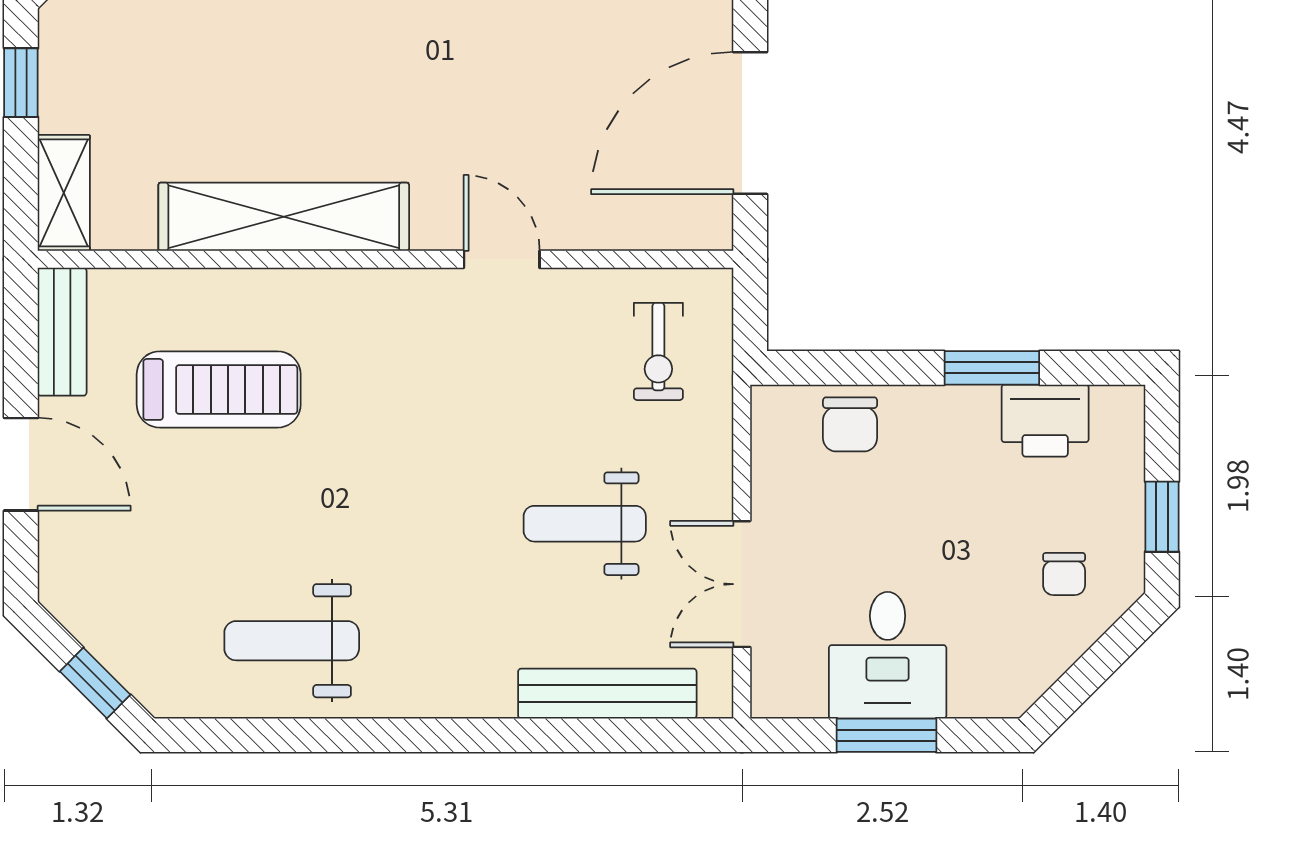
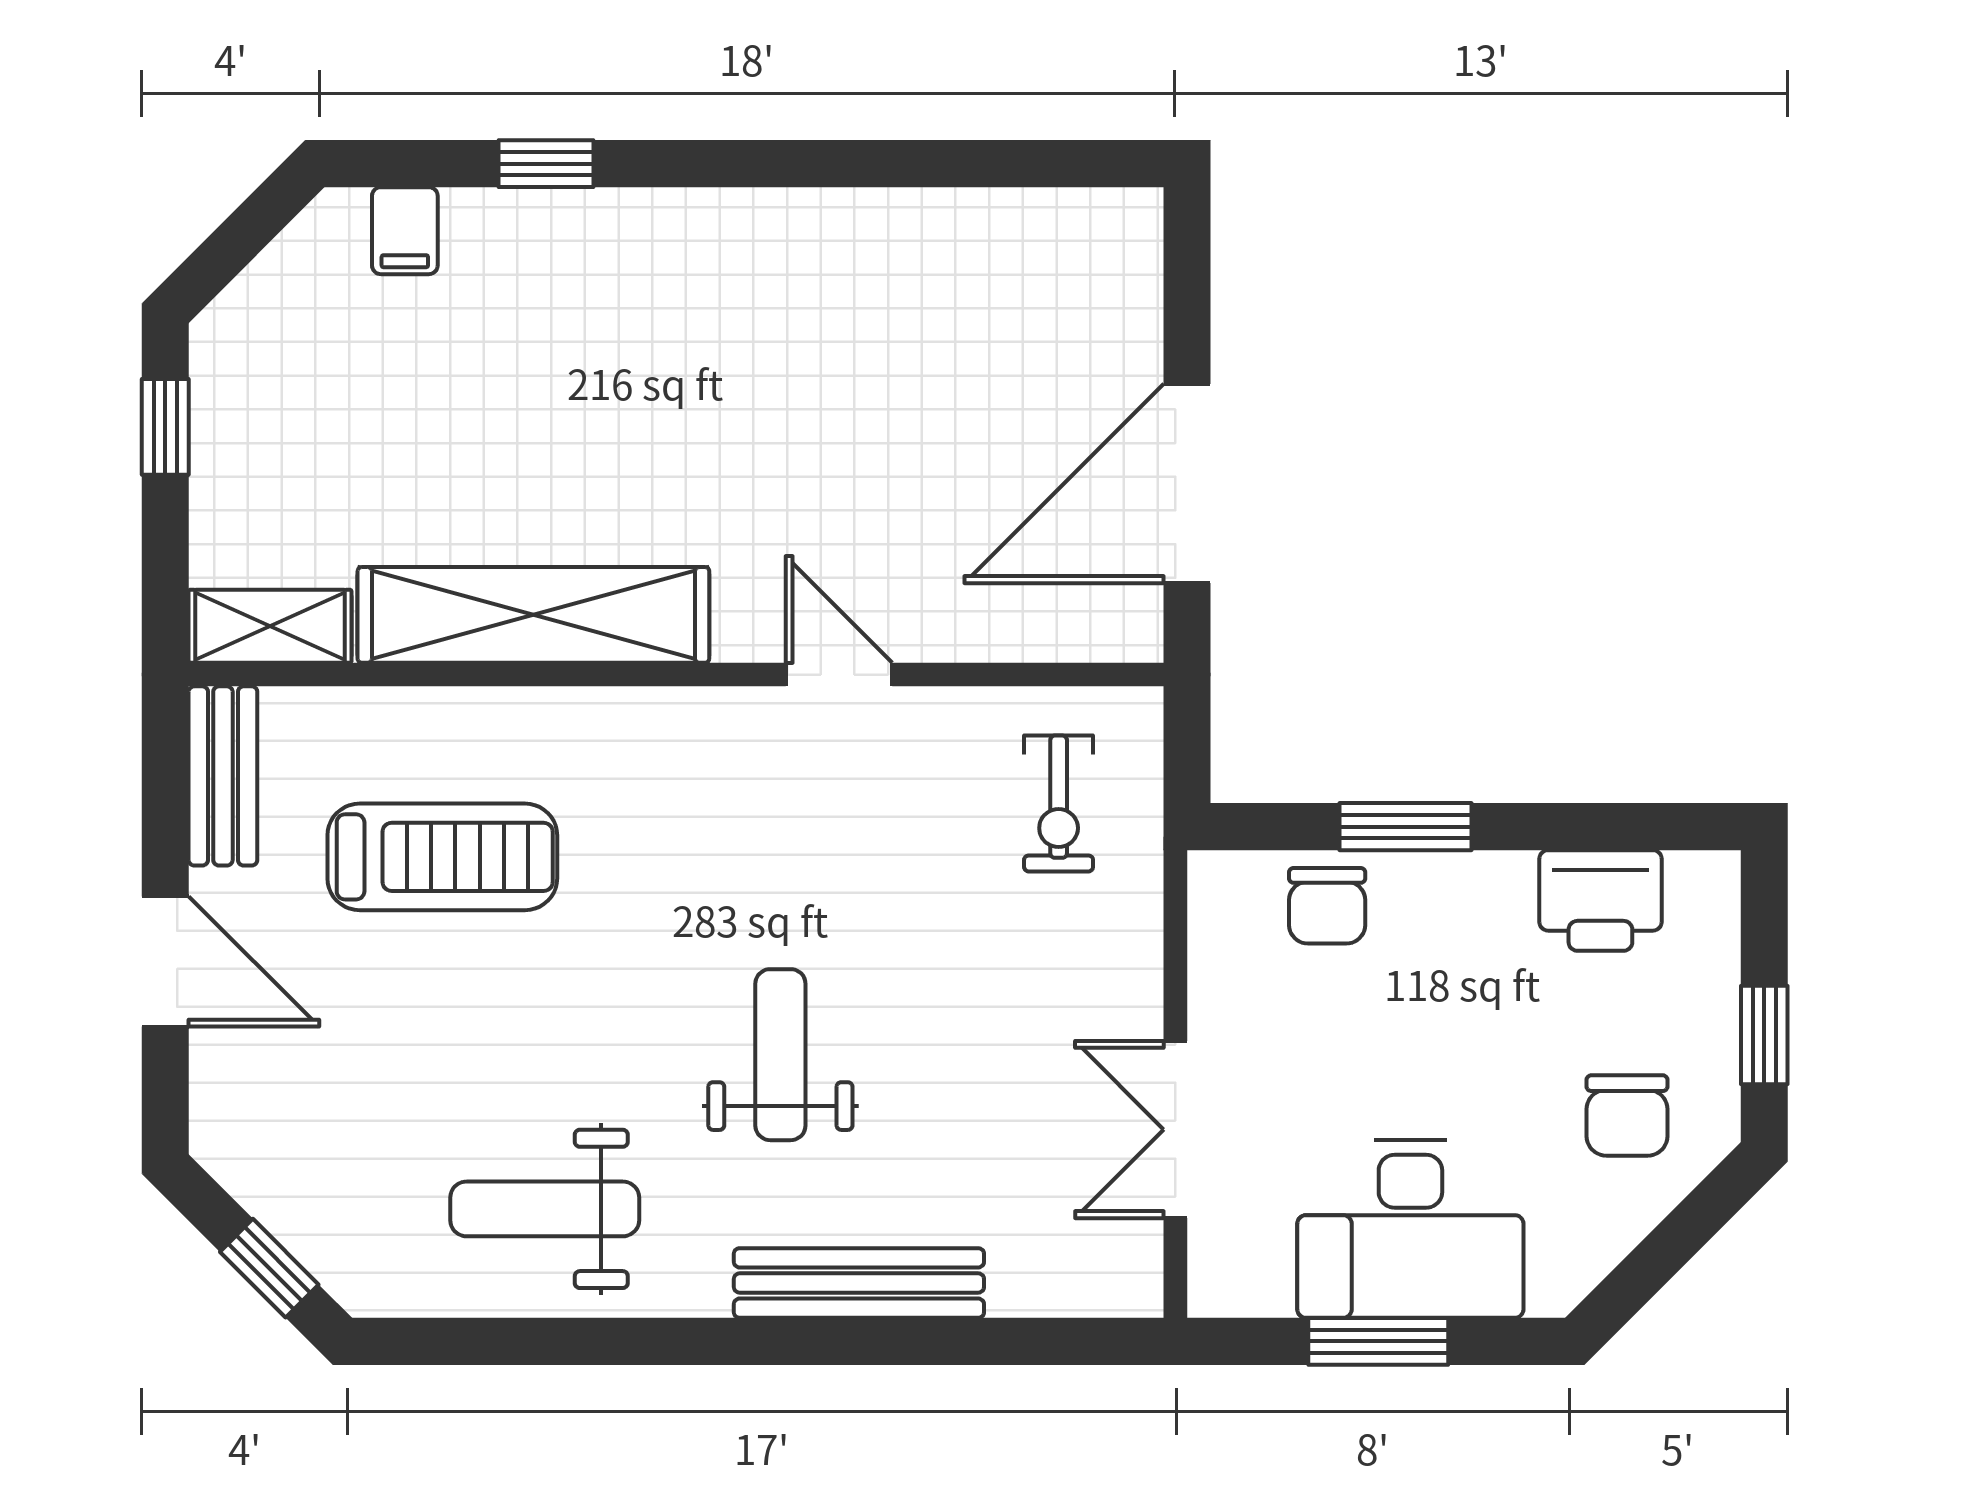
shelving: (64, 193) -> (270, 626), moved, turned 90
window: (992, 368) -> (1405, 827), moved
weight bench: (585, 524) -> (780, 1055), moved, turned 90
chair: (1064, 574) -> (1627, 1115), width x1.37, depth x1.37
desk: (888, 655) -> (1410, 1229), width x1.37
bench: (607, 694) -> (859, 1283), moved

